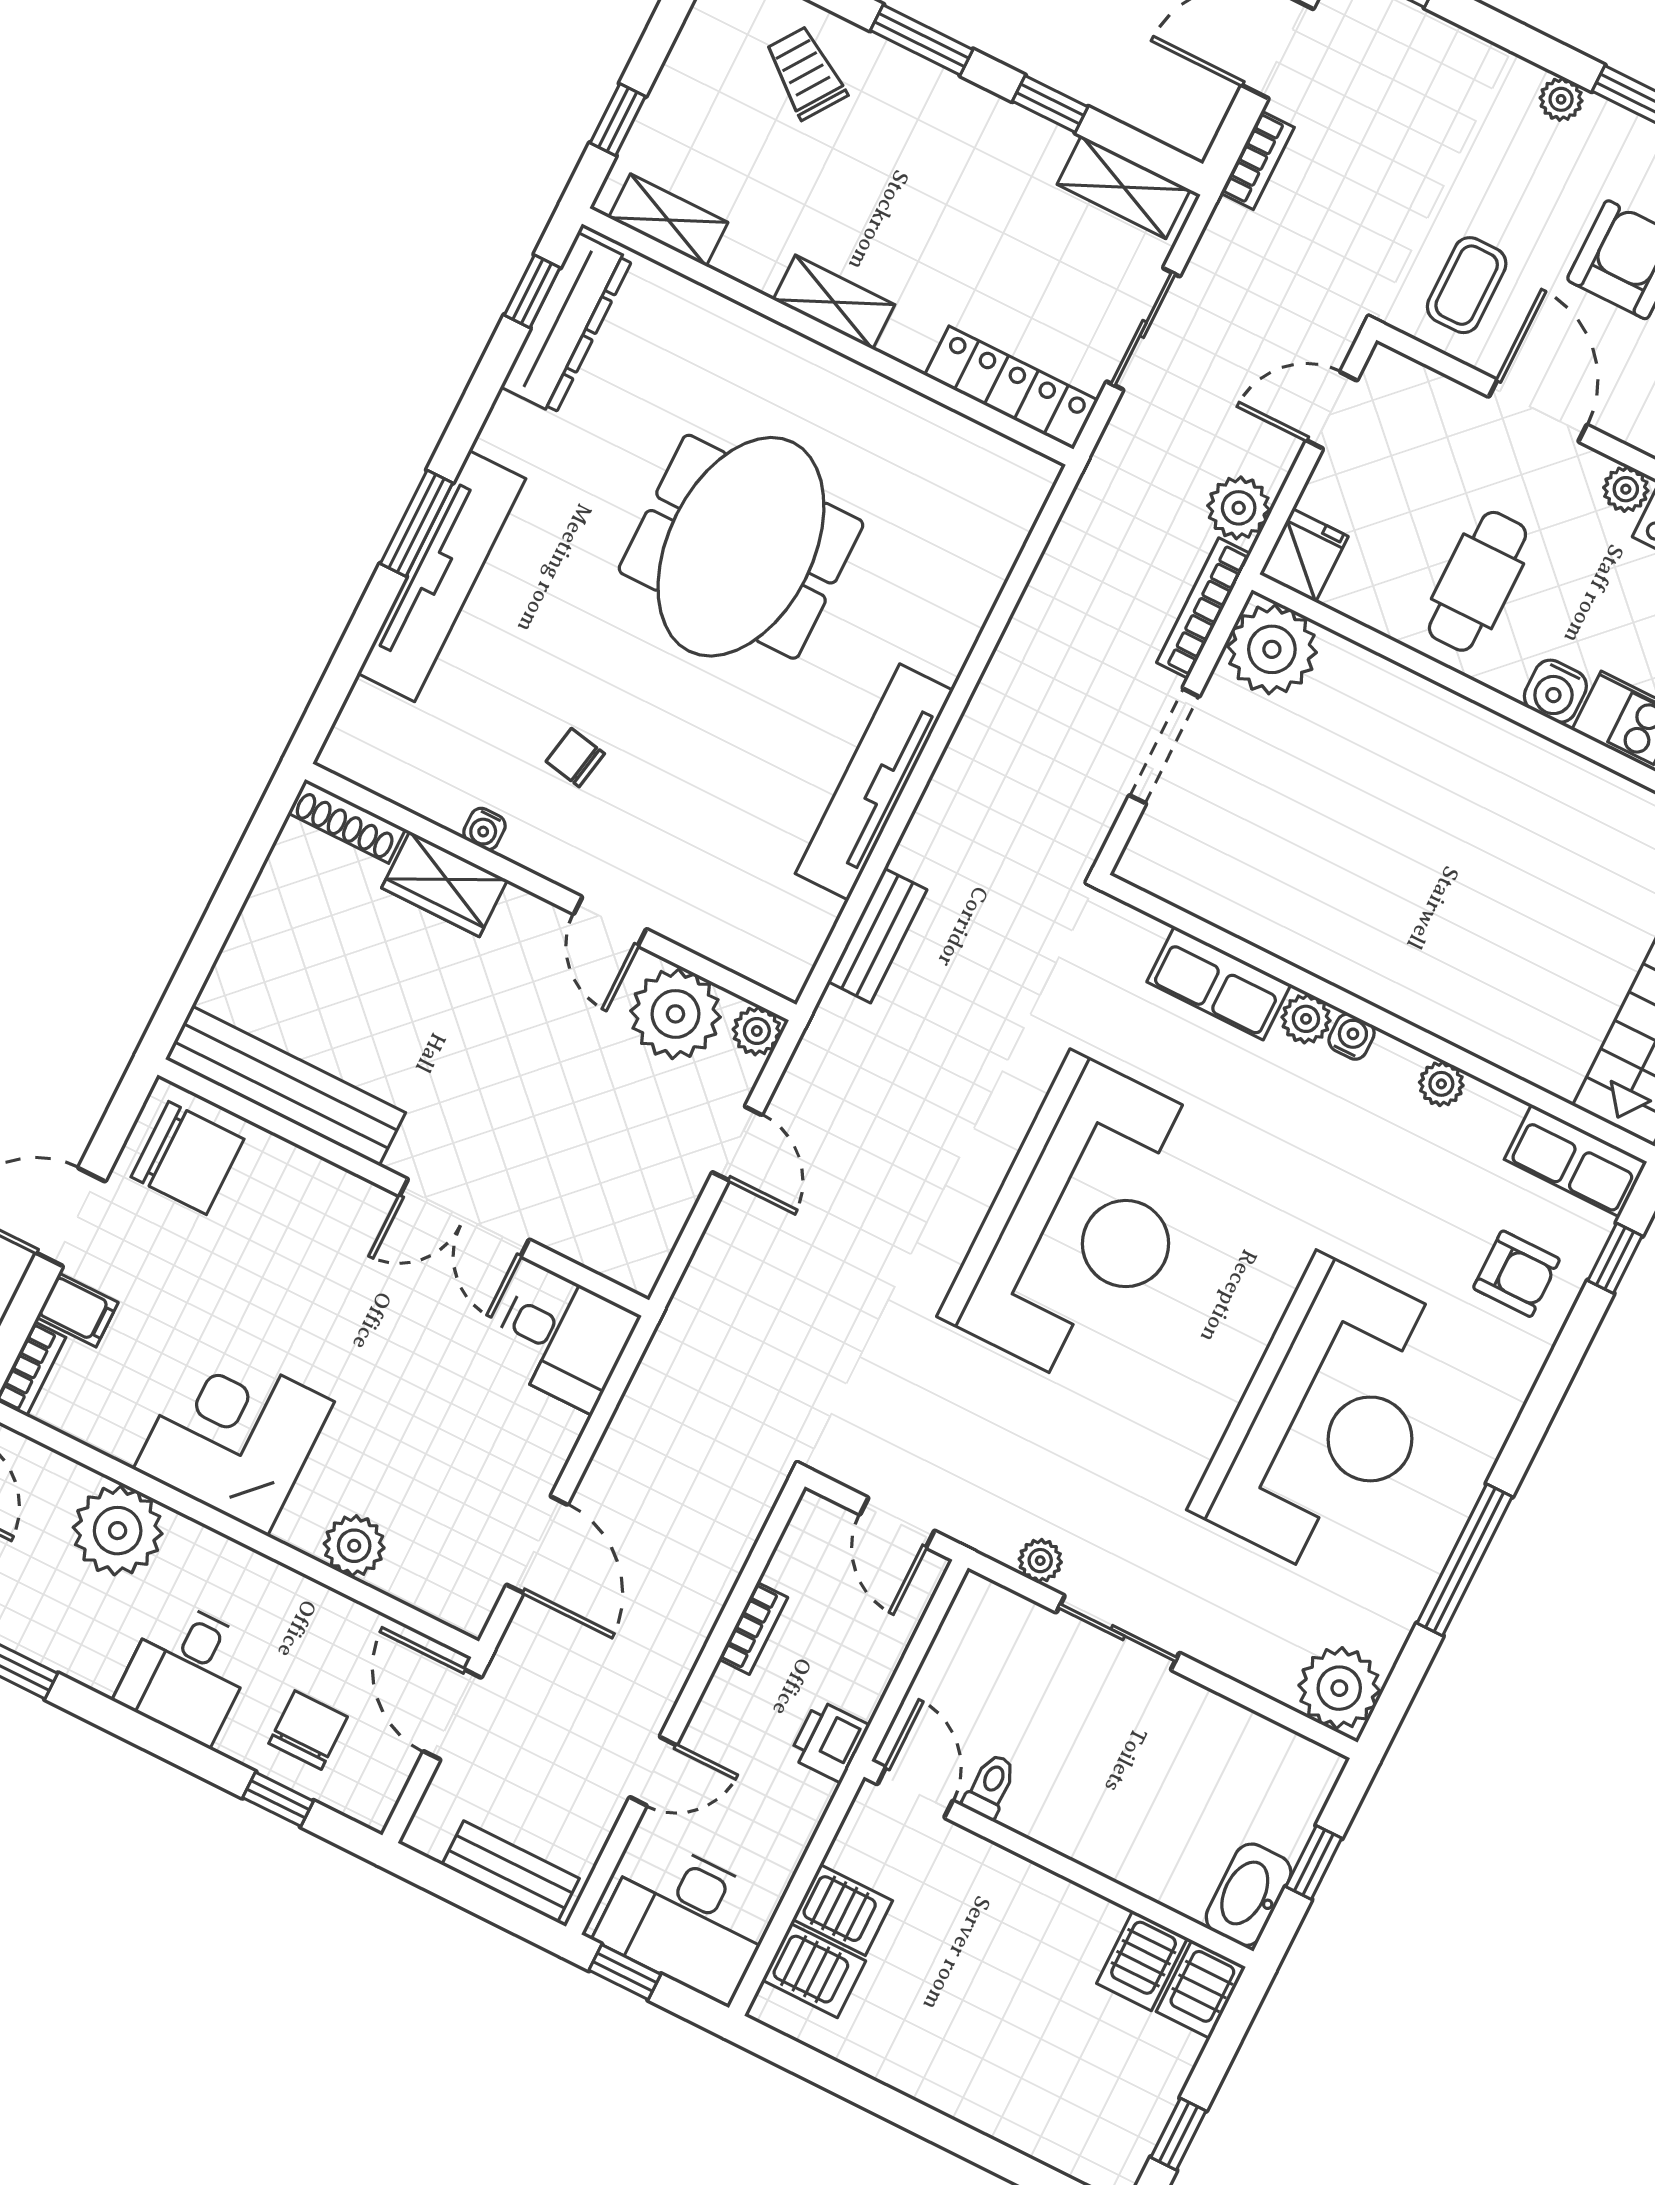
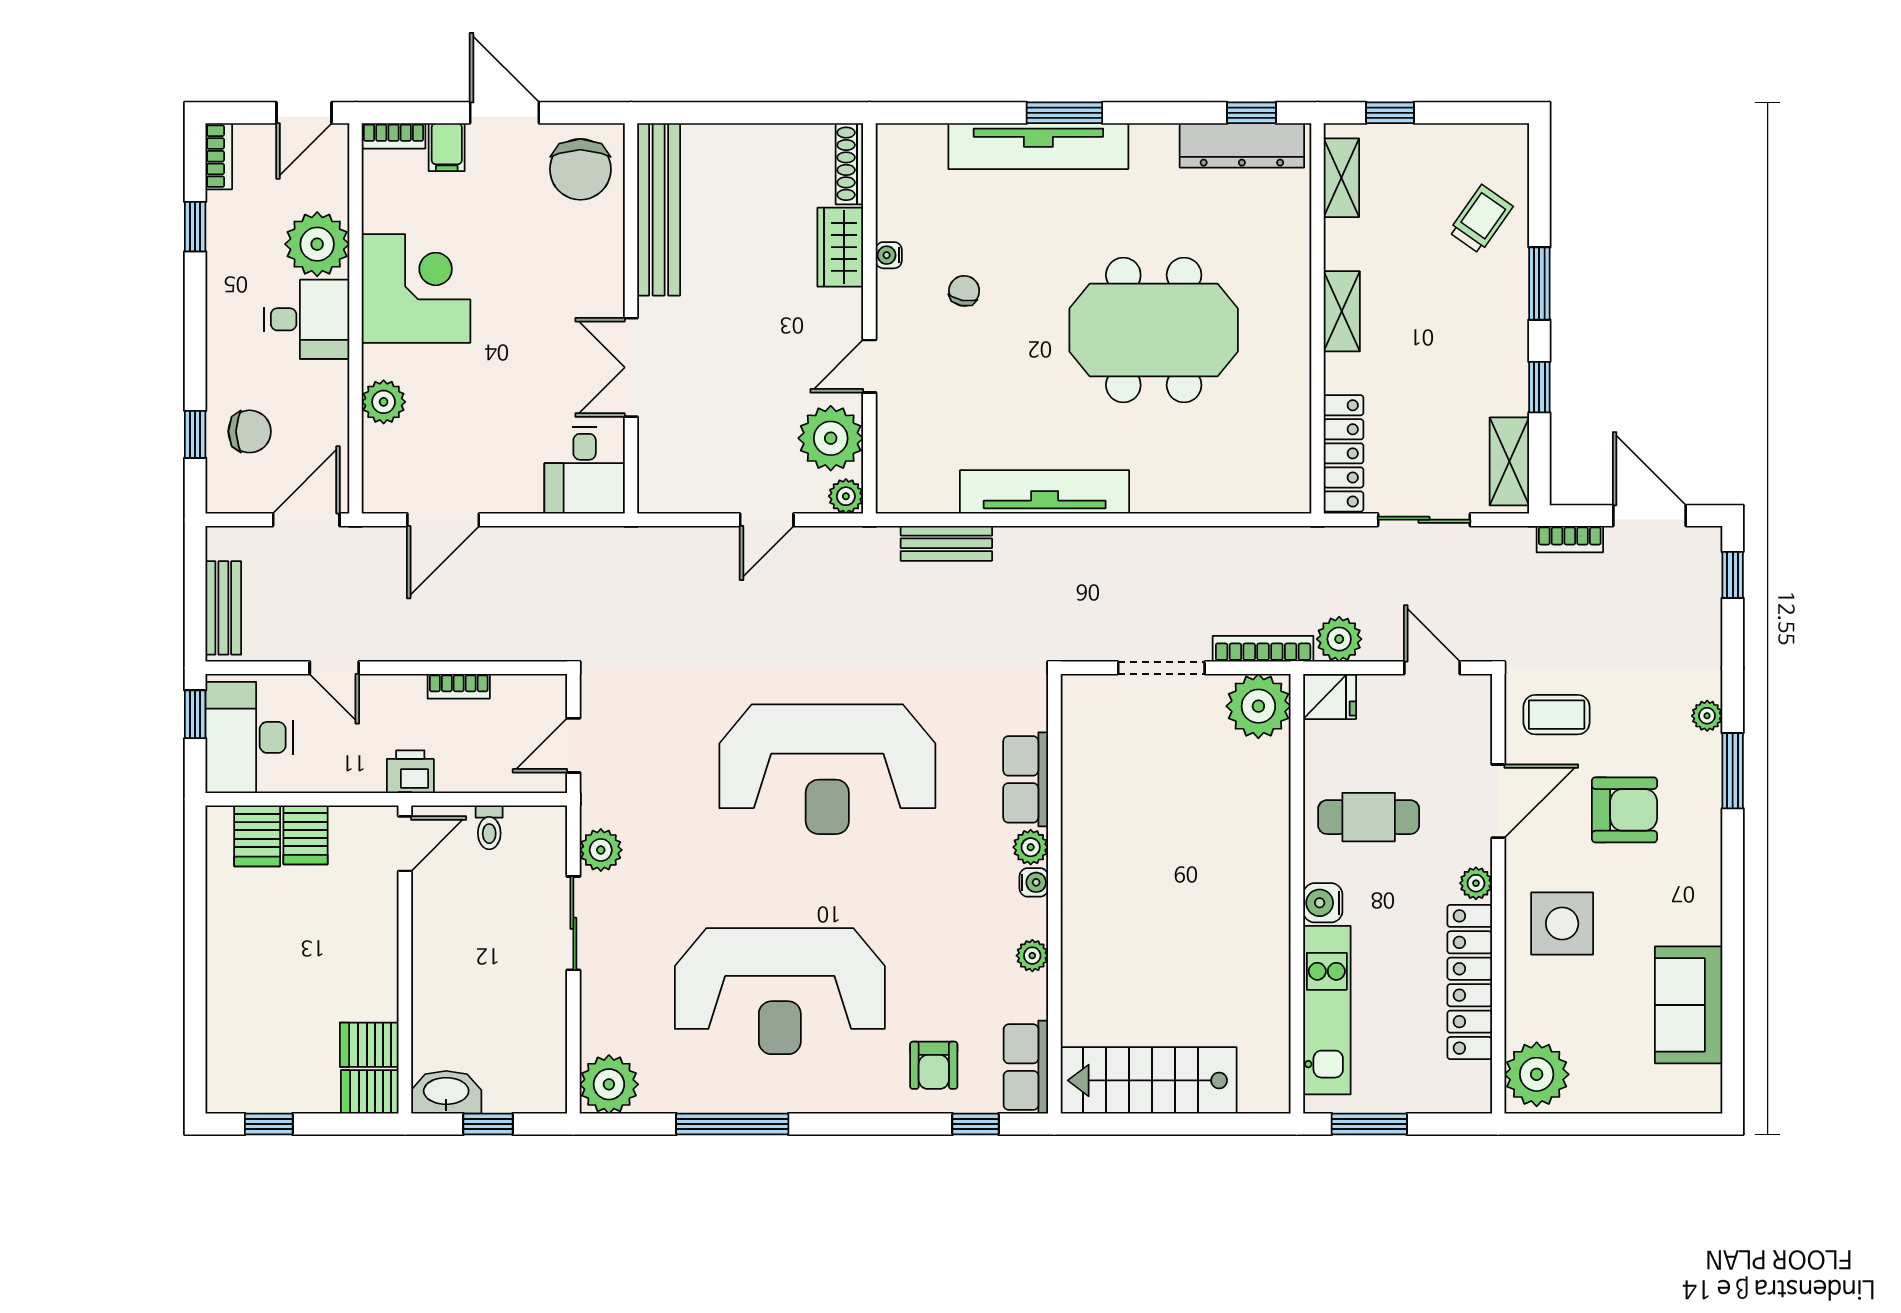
plant: (1040, 1561) -> (601, 850), width x1.38, depth x1.38
desk: (187, 1672) -> (307, 319), moved, turned 180
toilet: (990, 1786) -> (489, 827), moved, turned 90

